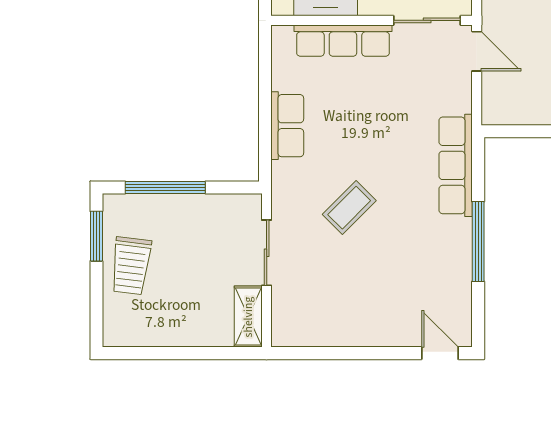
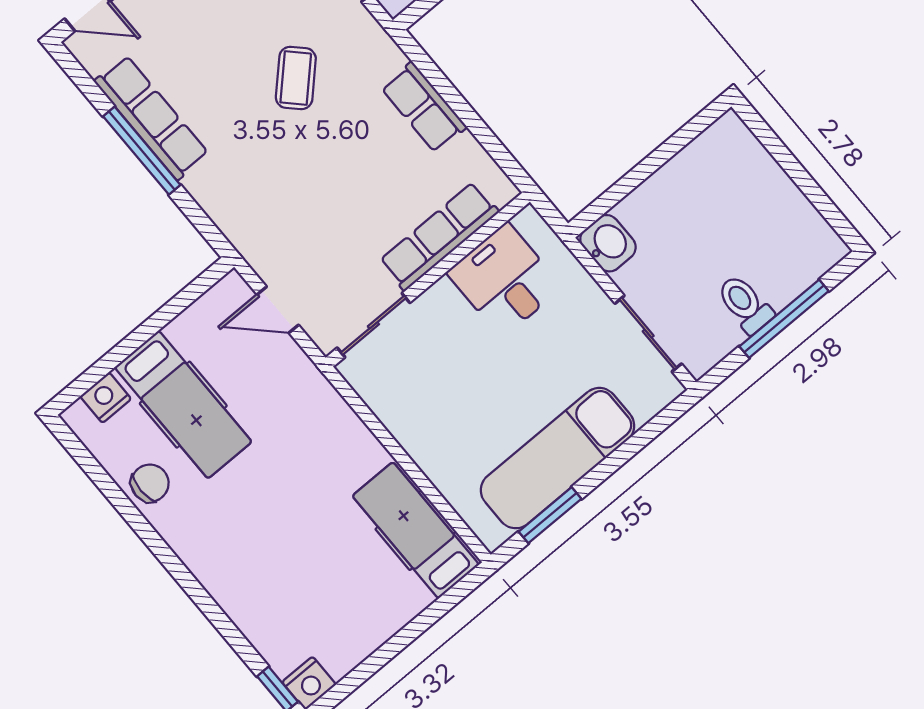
door: (477, 51) -> (278, 310), moved
row of seats: (456, 165) -> (151, 118), moved

